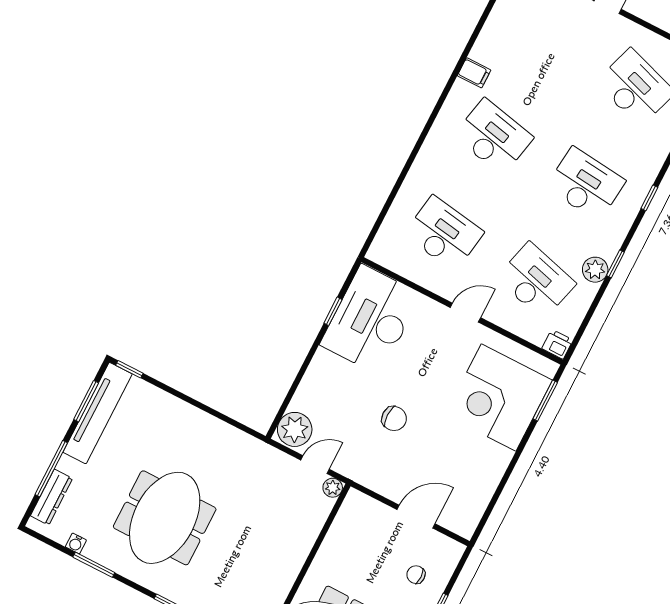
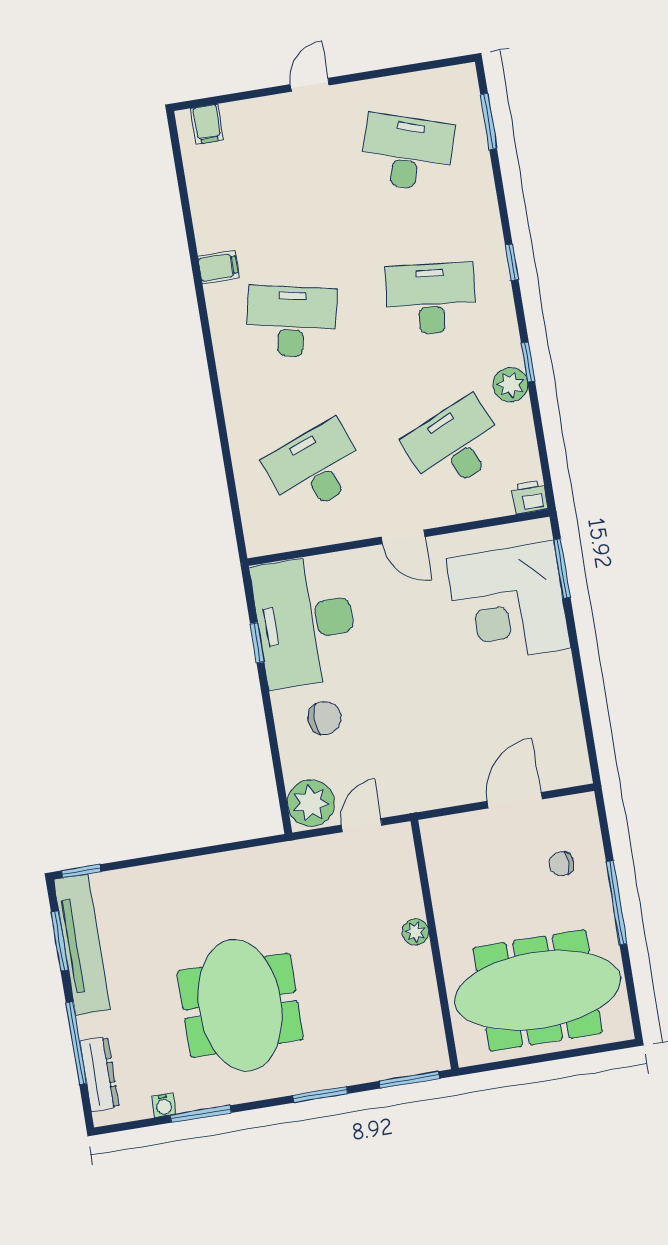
desk: (444, 233) -> (315, 468), turned -30
desk: (536, 281) -> (455, 445), turned -39
door: (465, 313) -> (403, 537), swing flipped
chair: (394, 419) -> (325, 718), moved
plant: (333, 488) -> (415, 932), moved

